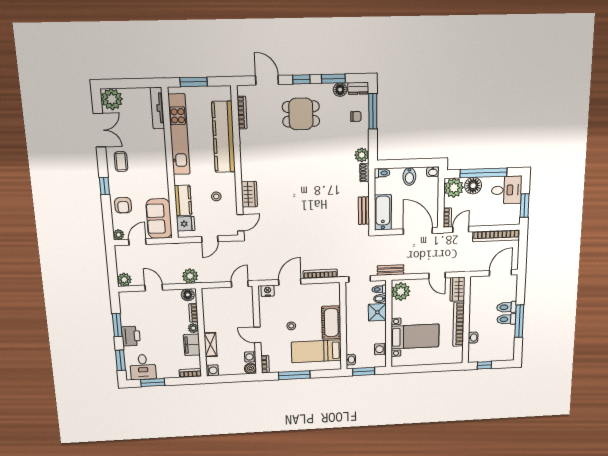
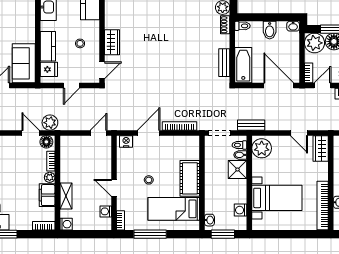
door: (154, 288) -> (31, 133), moved
bookcase: (459, 324) -> (323, 206), moved
boiler: (250, 368) -> (105, 224), removed

